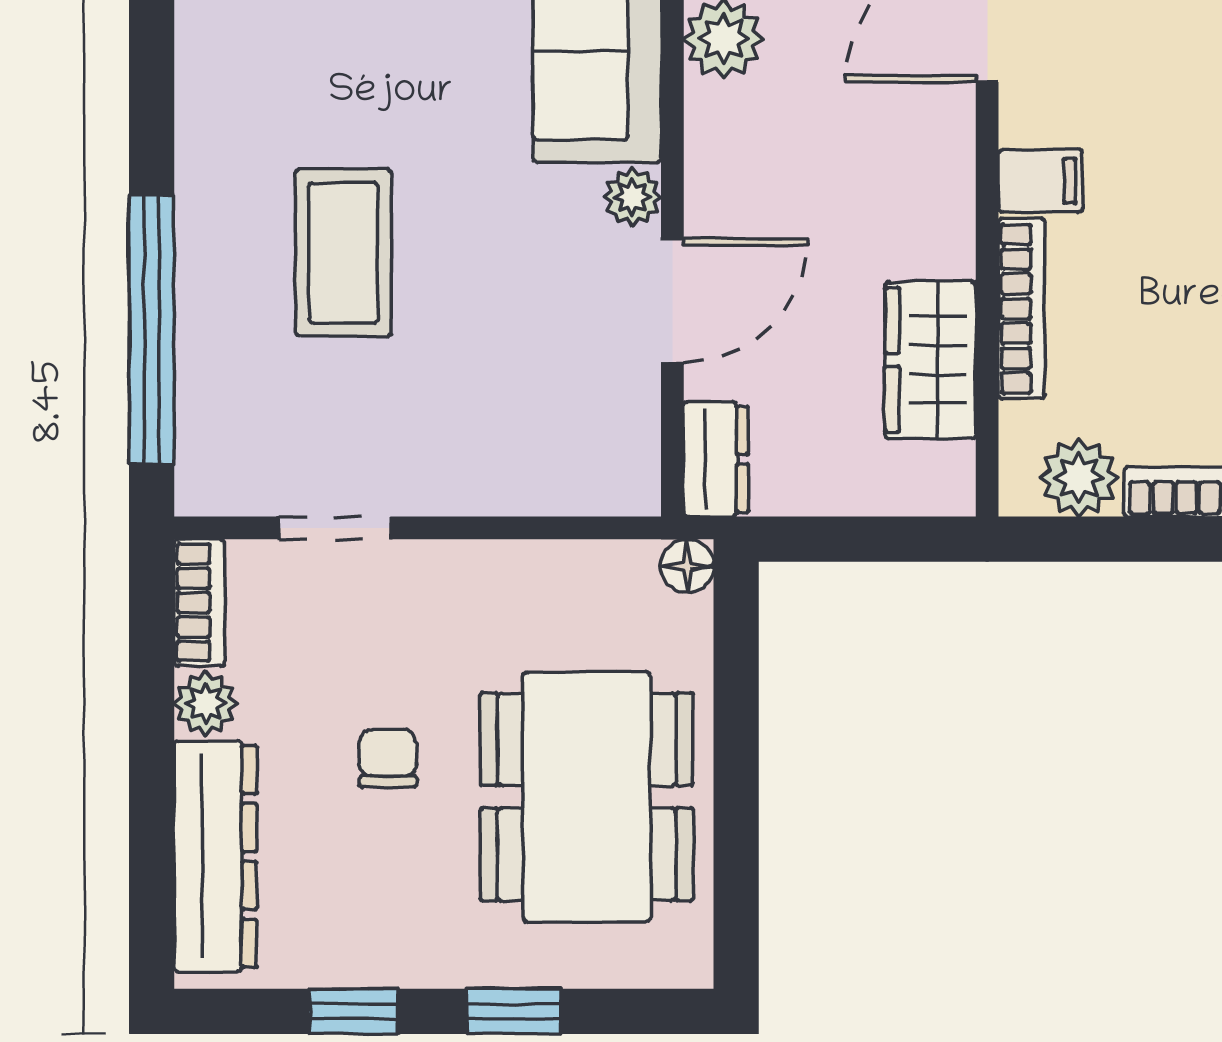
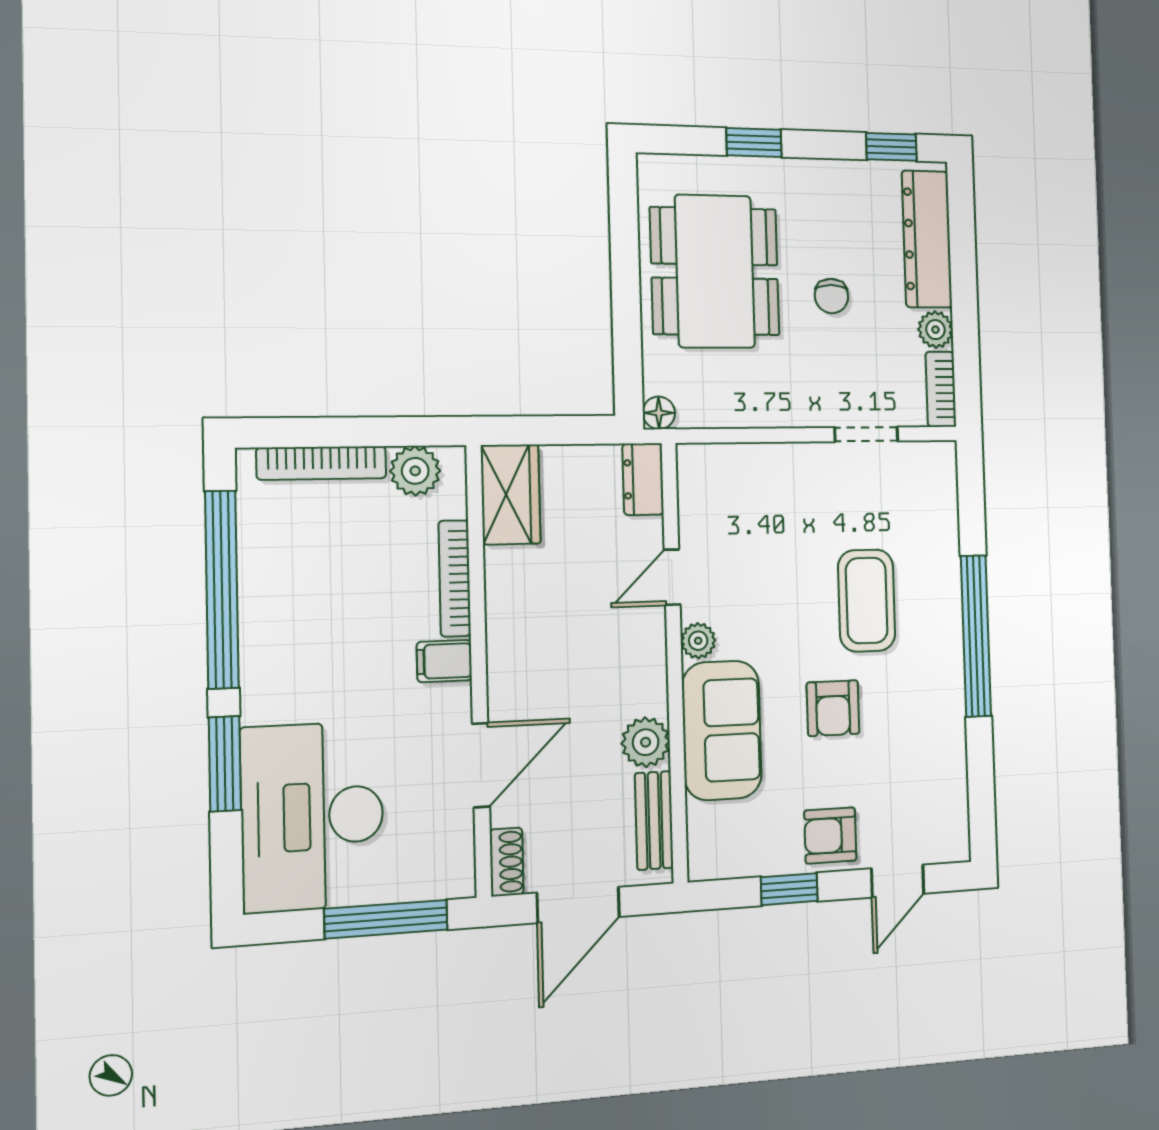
armchair: (407, 78) -> (833, 708), added
door: (672, 301) -> (672, 577), width x0.73
window: (152, 329) -> (976, 636), moved
wardrobe: (930, 360) -> (511, 494), moved
window: (354, 1011) -> (891, 147), moved

